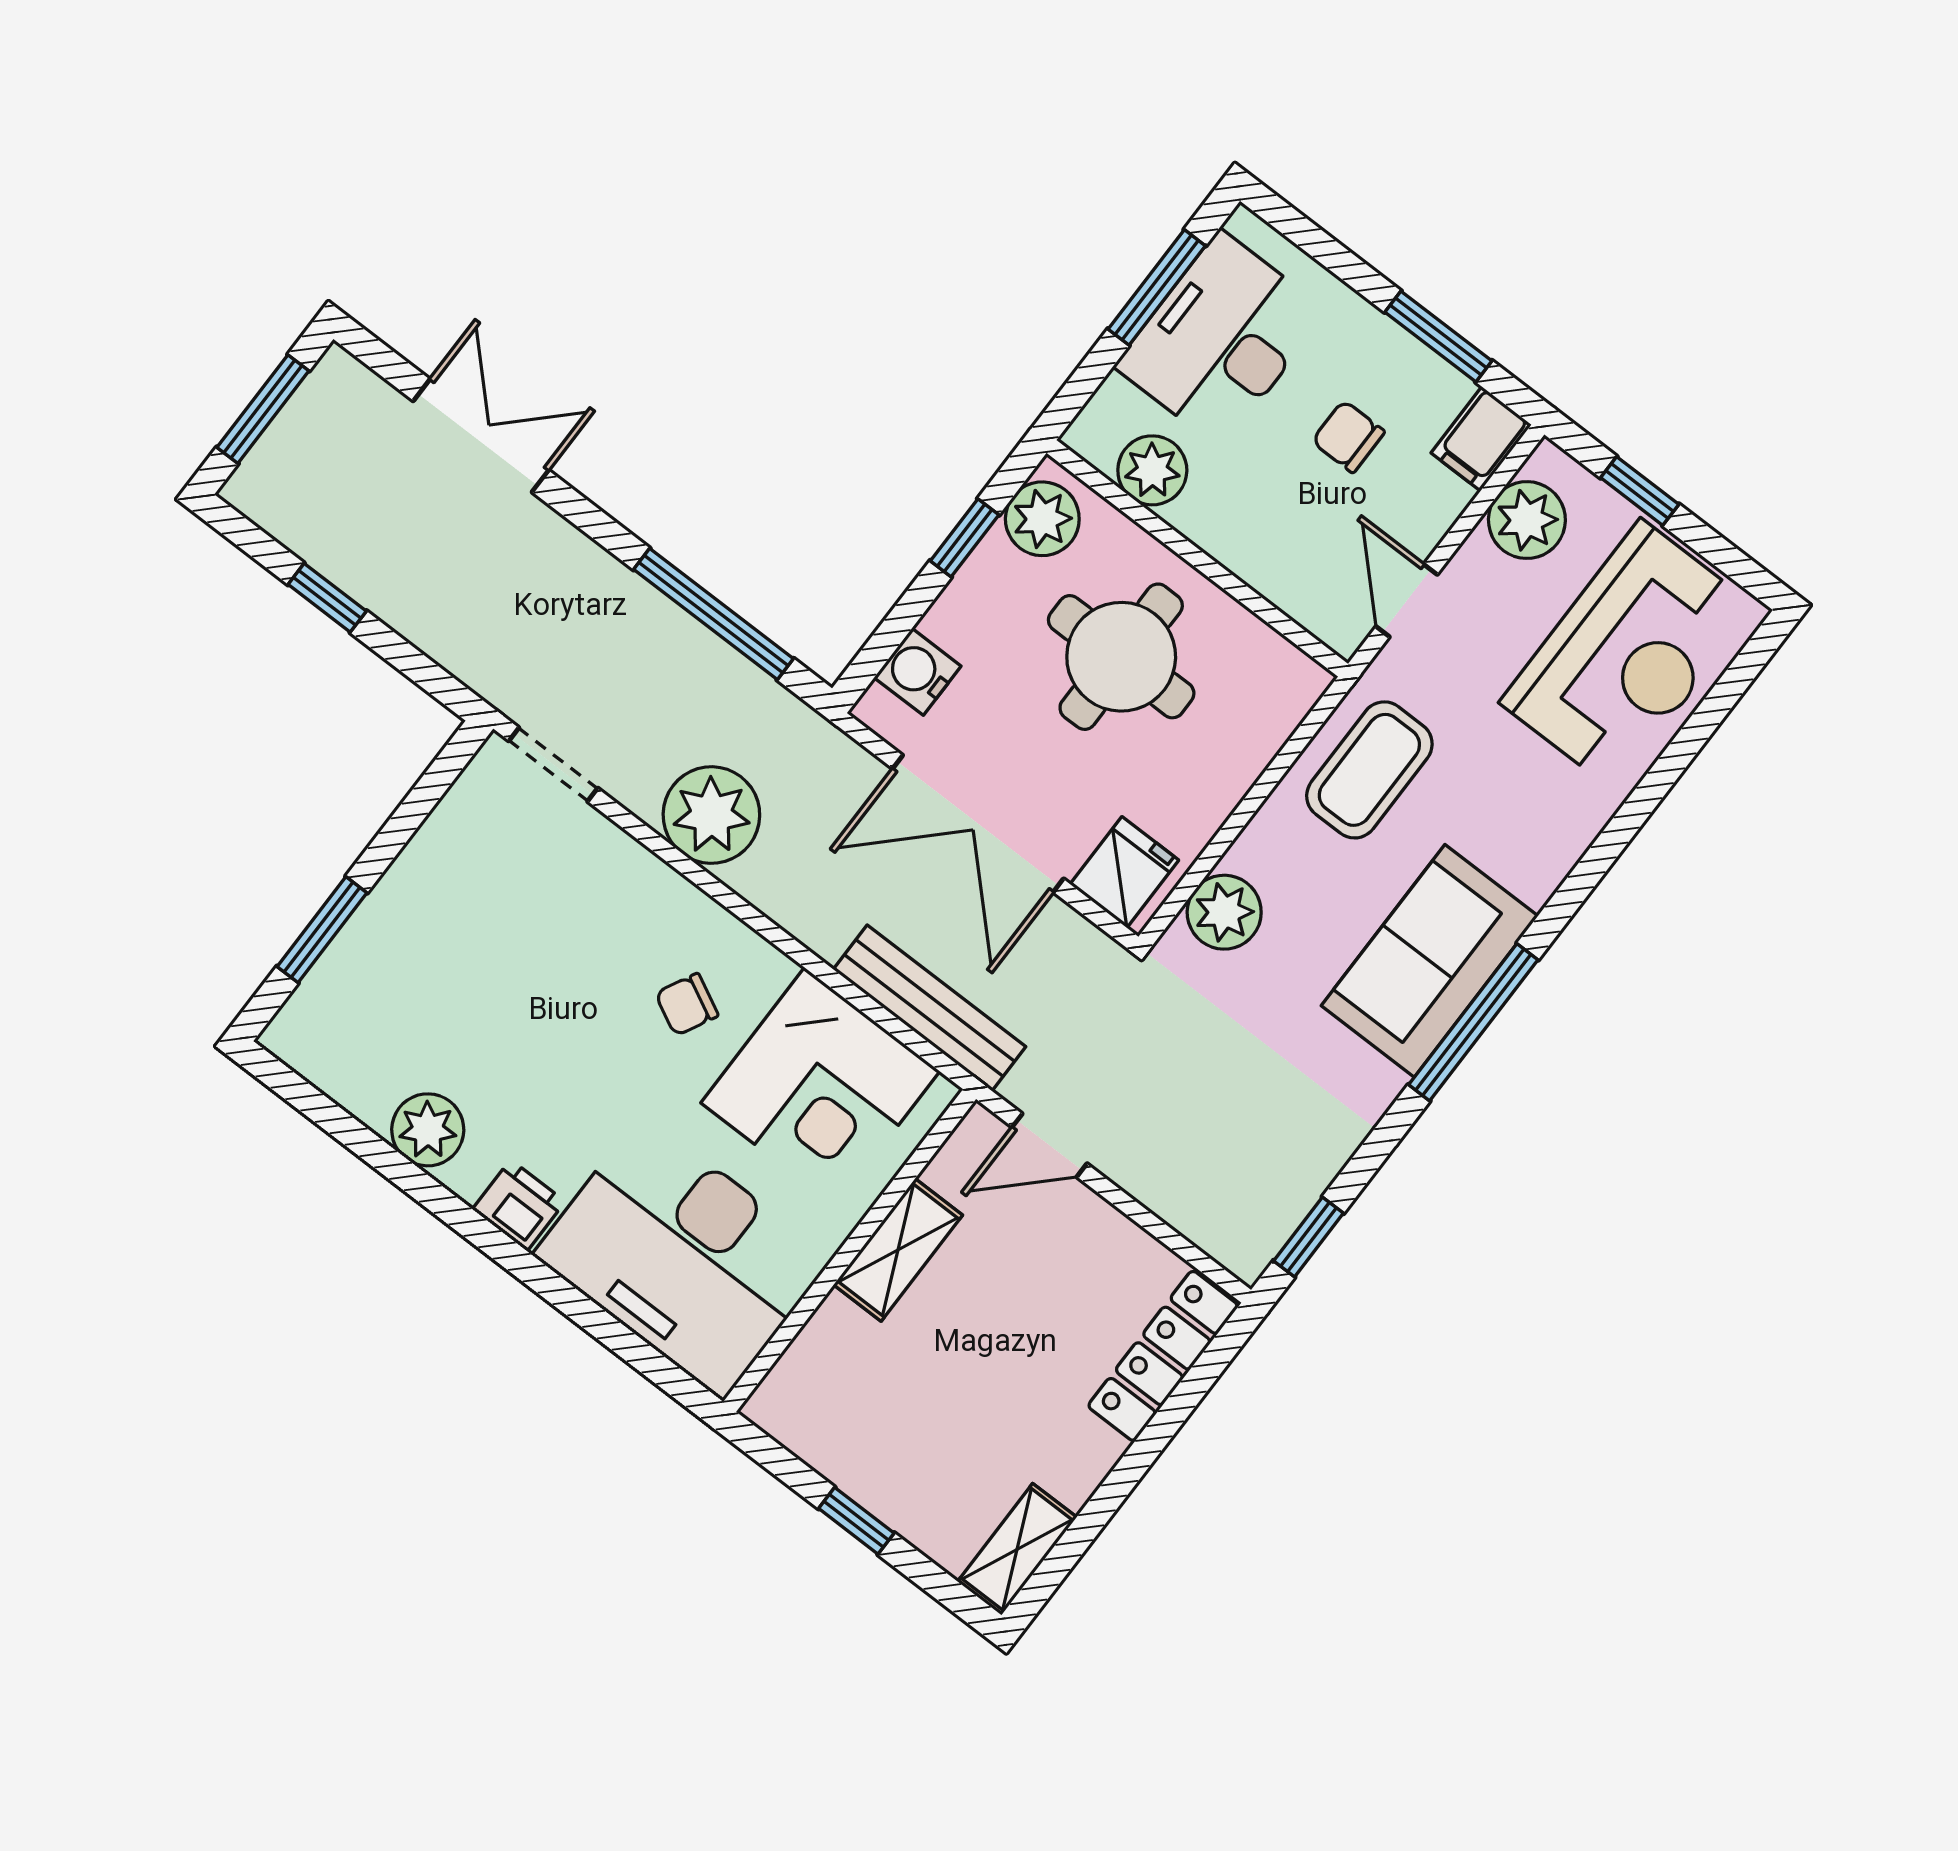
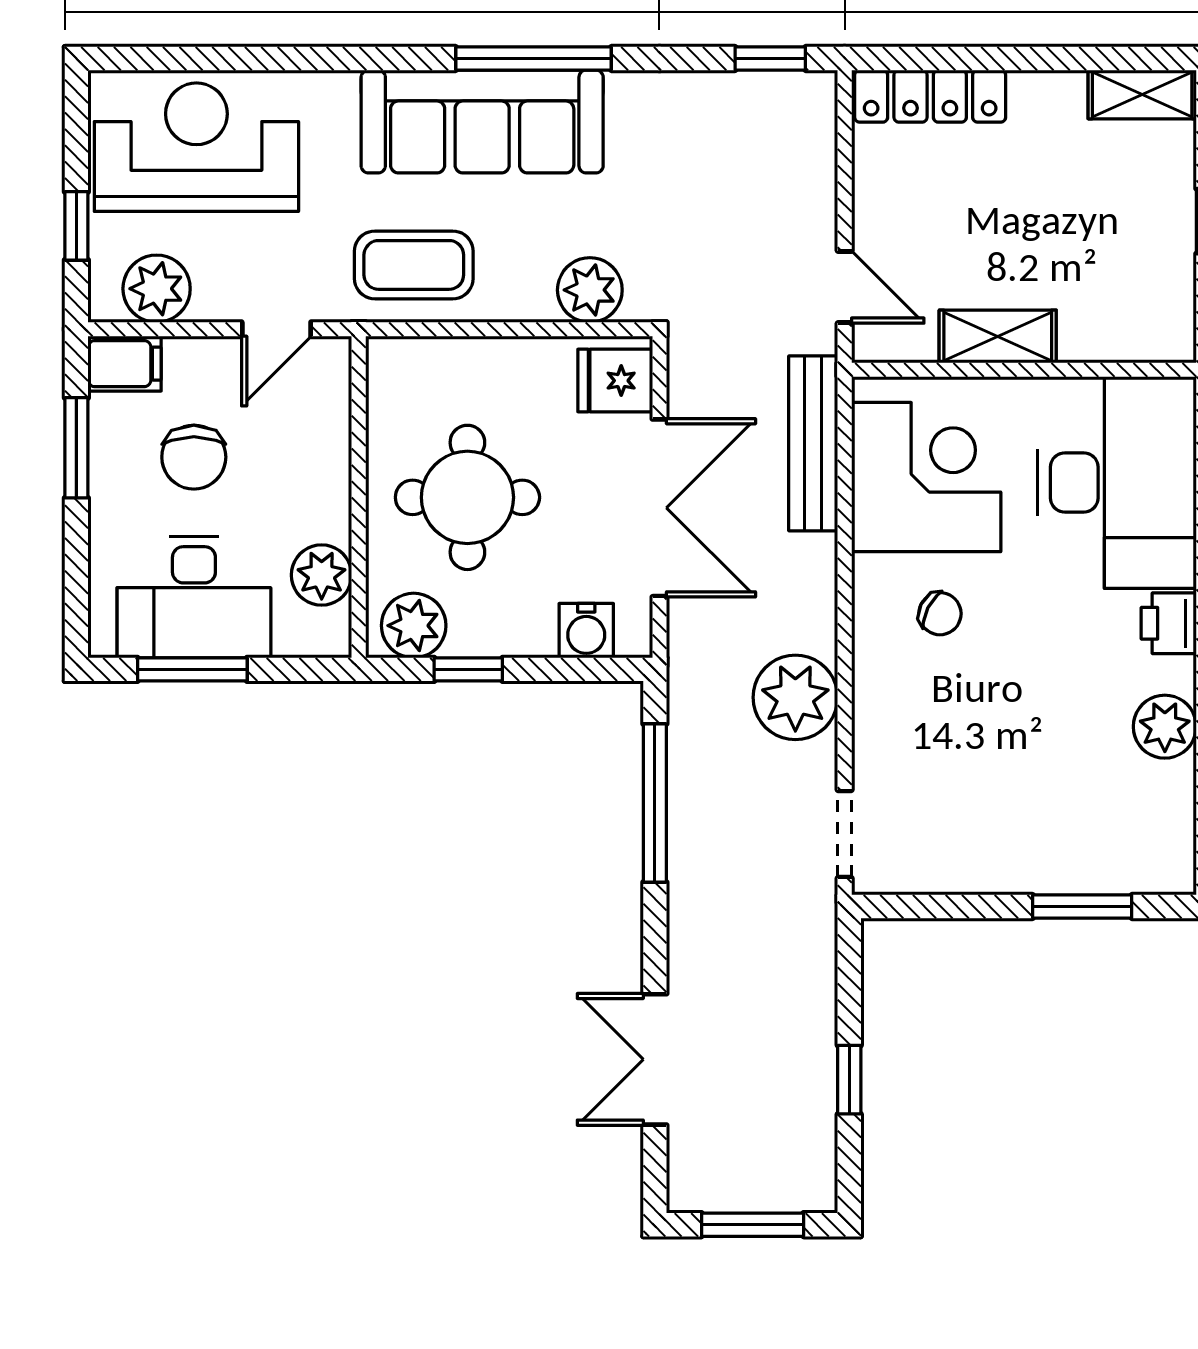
chair: (1348, 437) -> (194, 457), width x1.37, depth x1.37
sofa: (1430, 961) -> (482, 121), width x1.36

